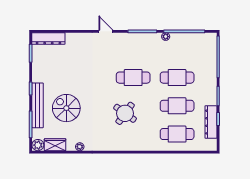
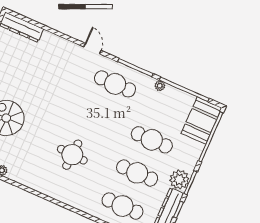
booth: (206, 48) -> (201, 121), added
cafe table: (133, 78) -> (115, 84), moved
plant: (209, 97) -> (179, 179), added
round table: (125, 113) -> (72, 155), turned -33

